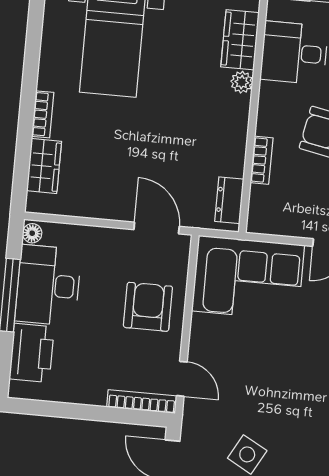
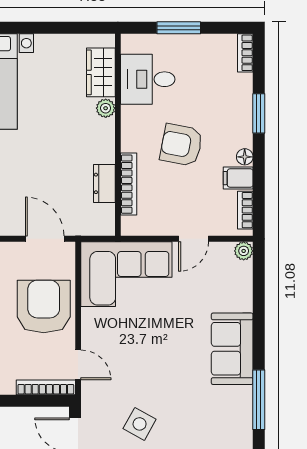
bookcase: (262, 160) -> (129, 184), width x1.56
dresser: (229, 200) -> (104, 183), moved
armchair: (148, 307) -> (44, 306), width x1.36, depth x1.36

